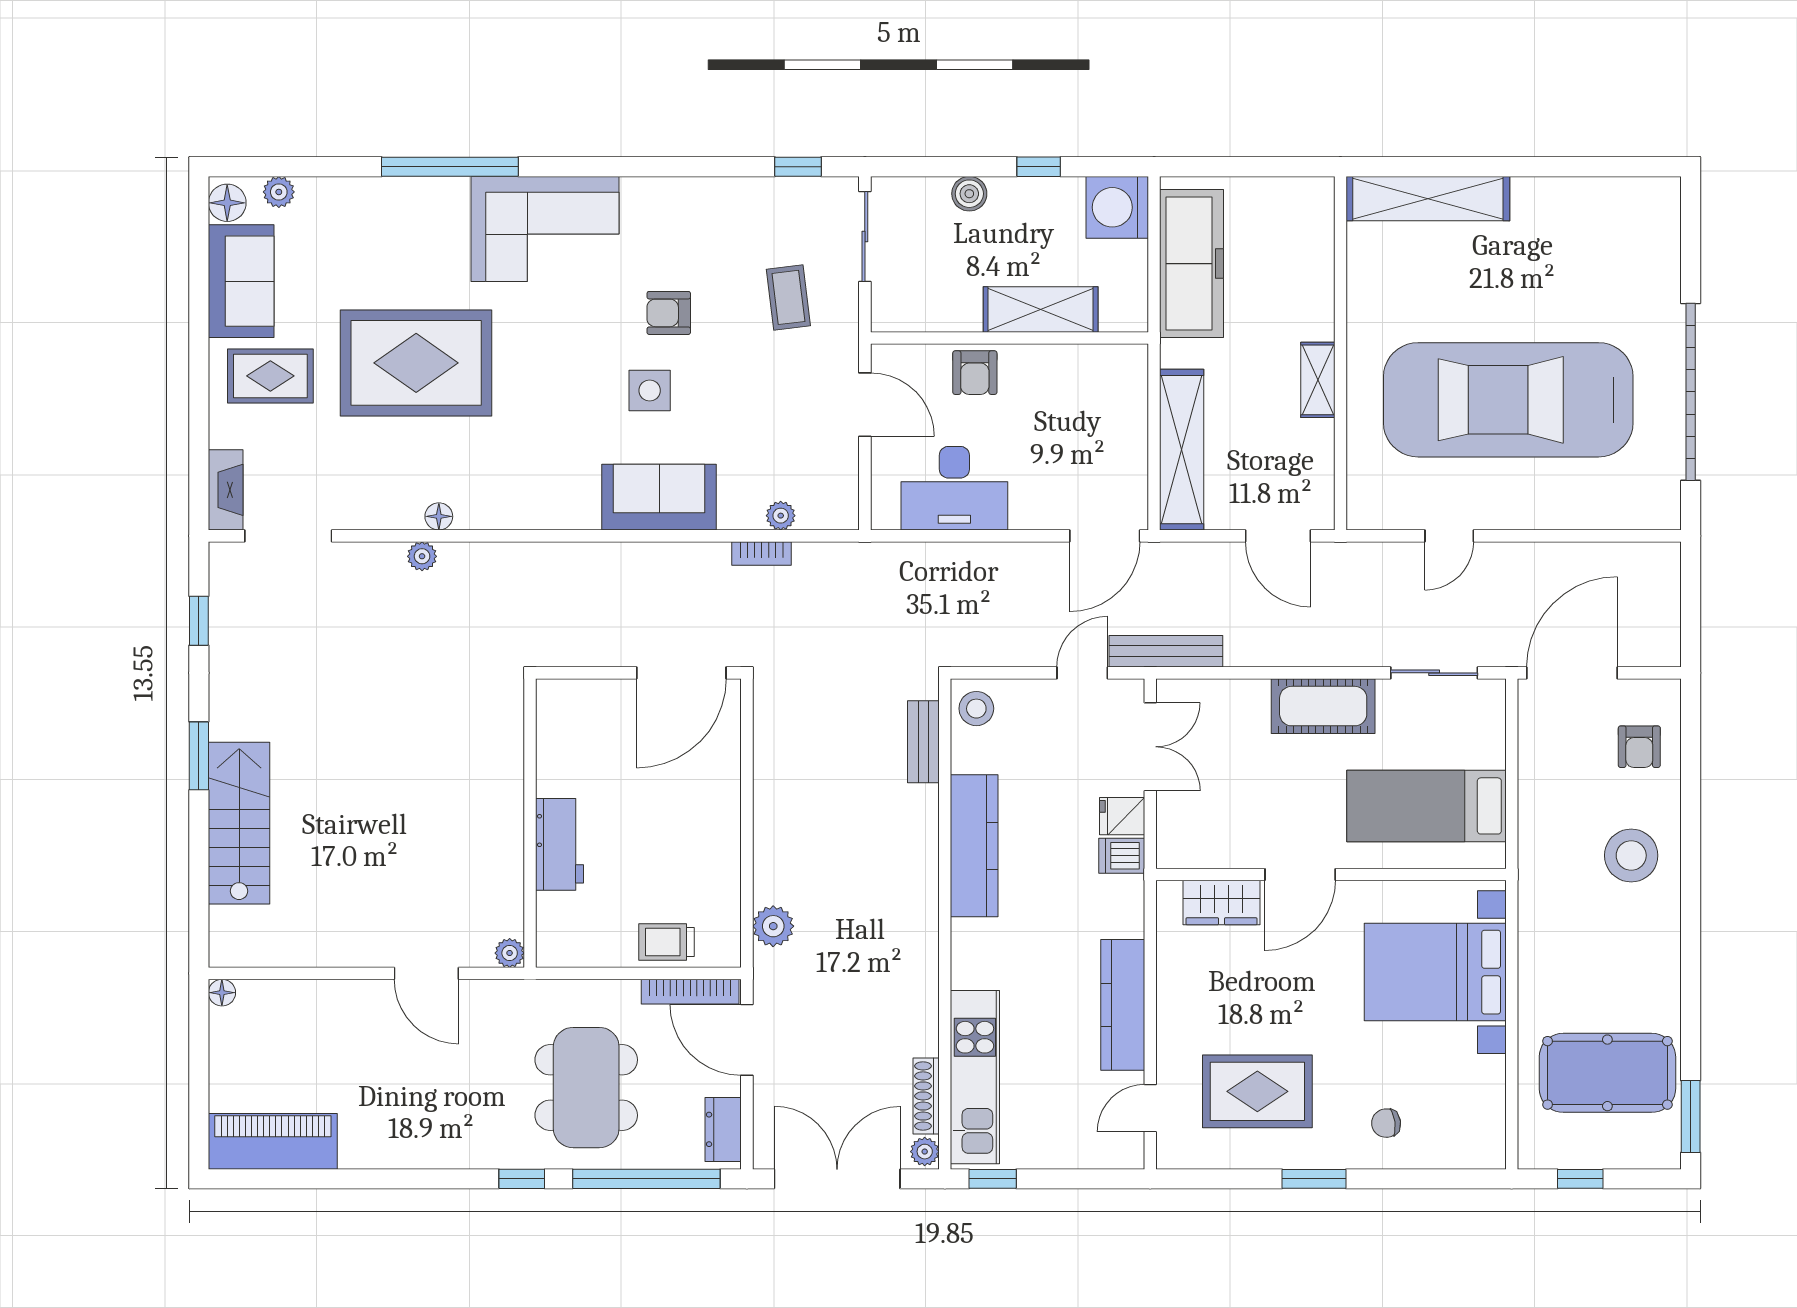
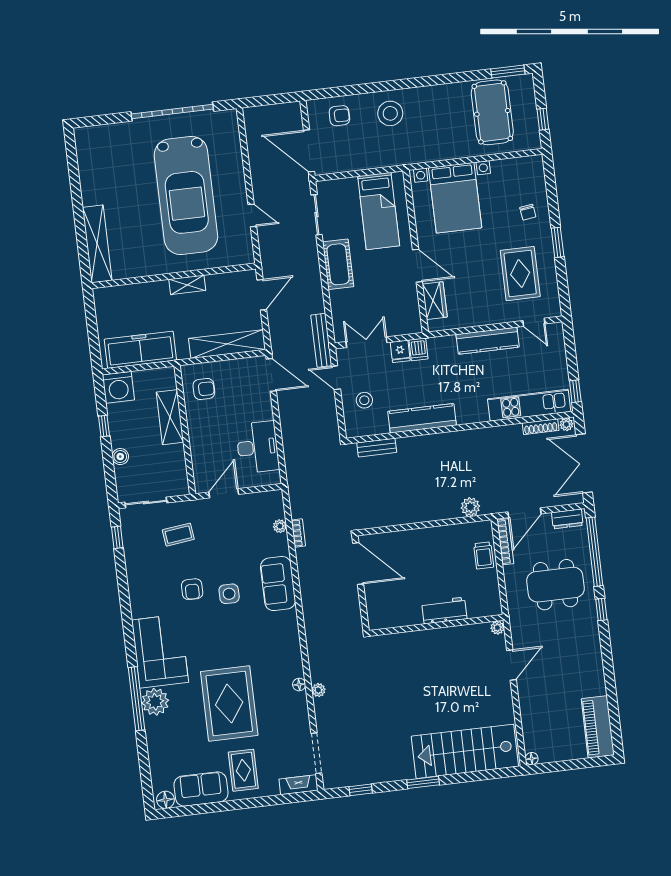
plant: (279, 192) -> (155, 702), moved, width x1.88, depth x1.88
armchair: (975, 373) -> (204, 389), moved
stool: (976, 709) -> (364, 400), moved
stairs: (239, 823) -> (465, 751), width x1.36, depth x1.51

